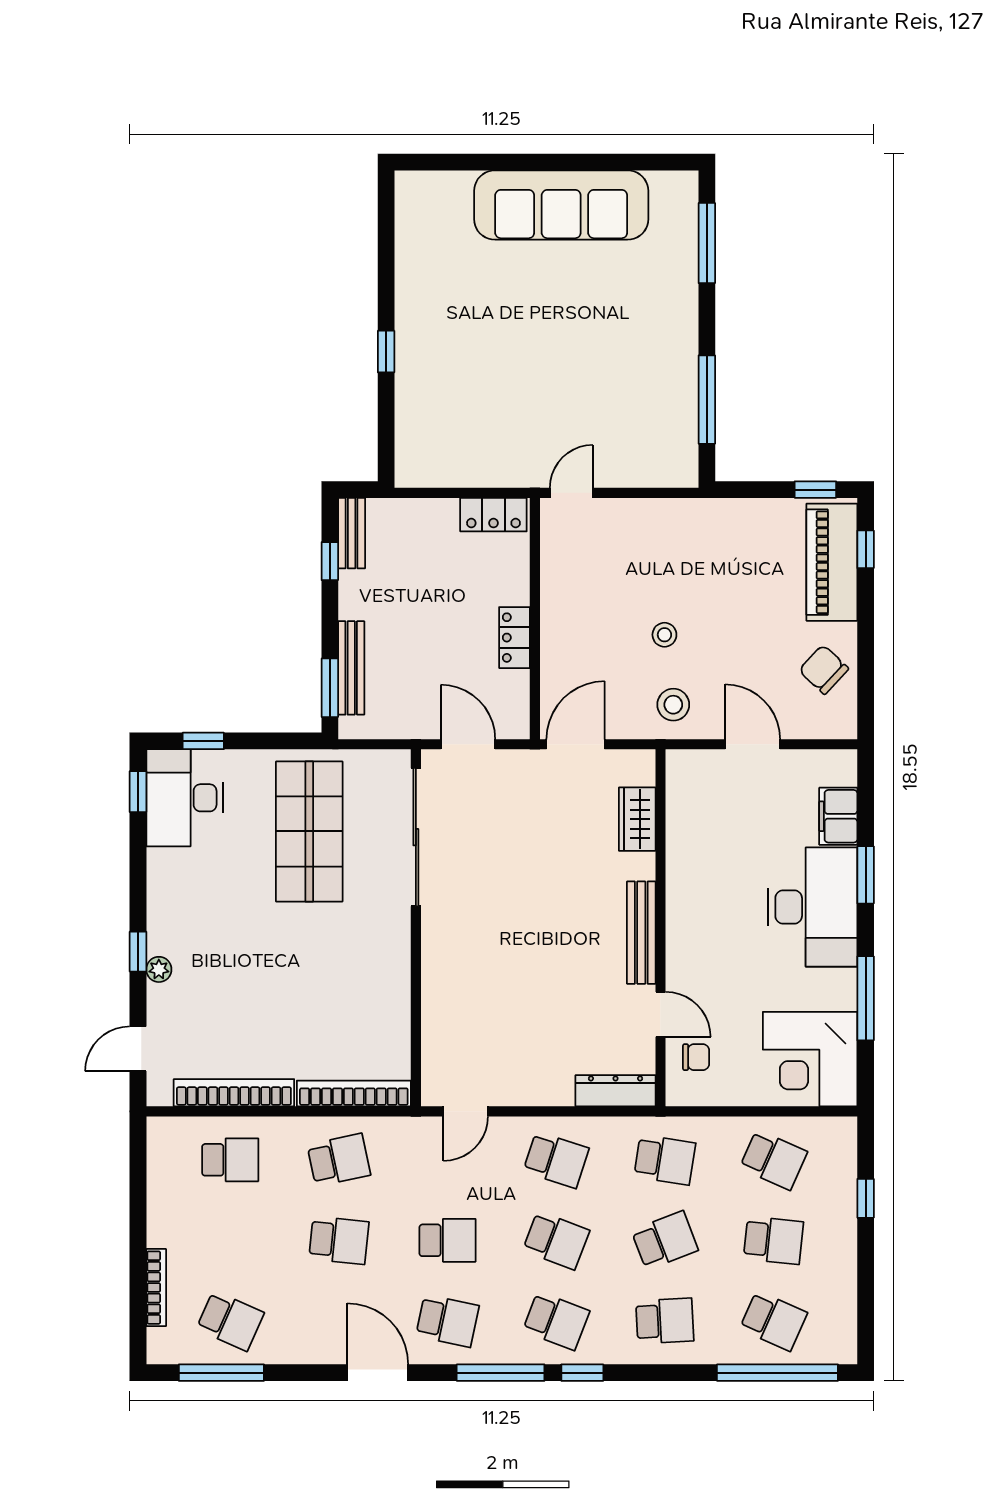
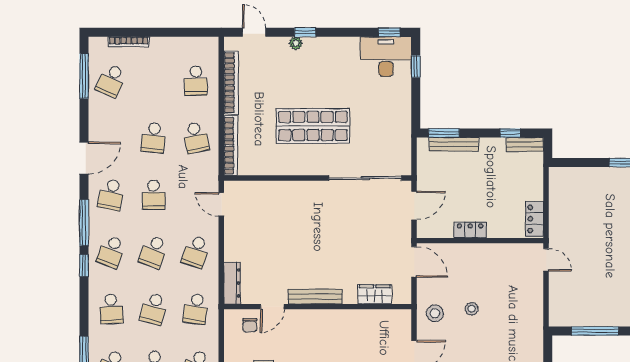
shop shelf: (309, 831) -> (313, 126), moved
school desk: (665, 1240) -> (154, 309), turned 36

